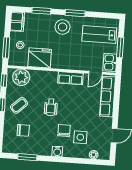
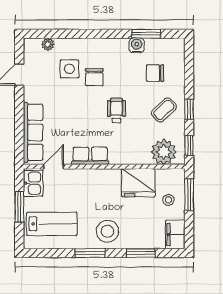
water cooler: (57, 151) -> (137, 45), moved

